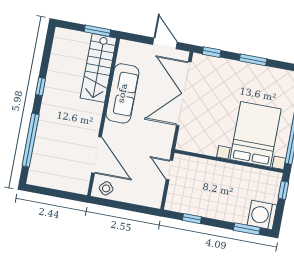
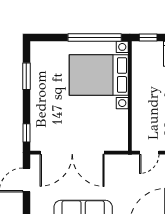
window: (253, 60) -> (26, 76), moved

